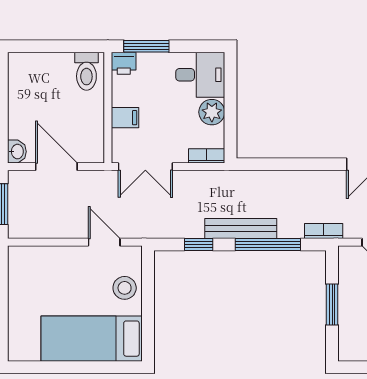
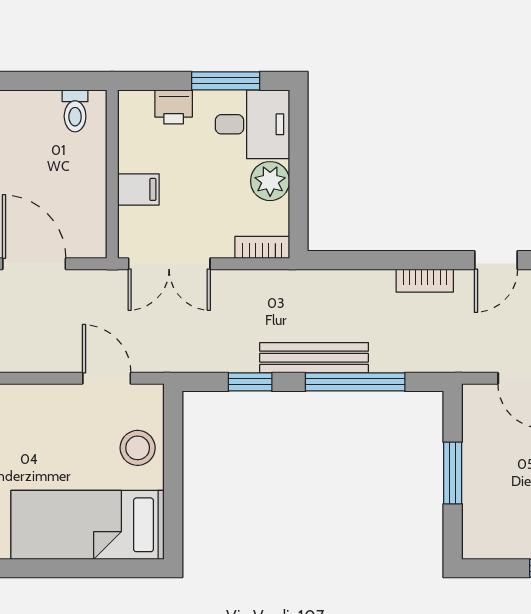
window: (146, 46) -> (226, 81), moved
printer: (124, 63) -> (174, 107), moved
toilet: (86, 71) -> (75, 111), width x0.73, depth x0.72
bookcase: (324, 231) -> (425, 281), moved, turned 180

